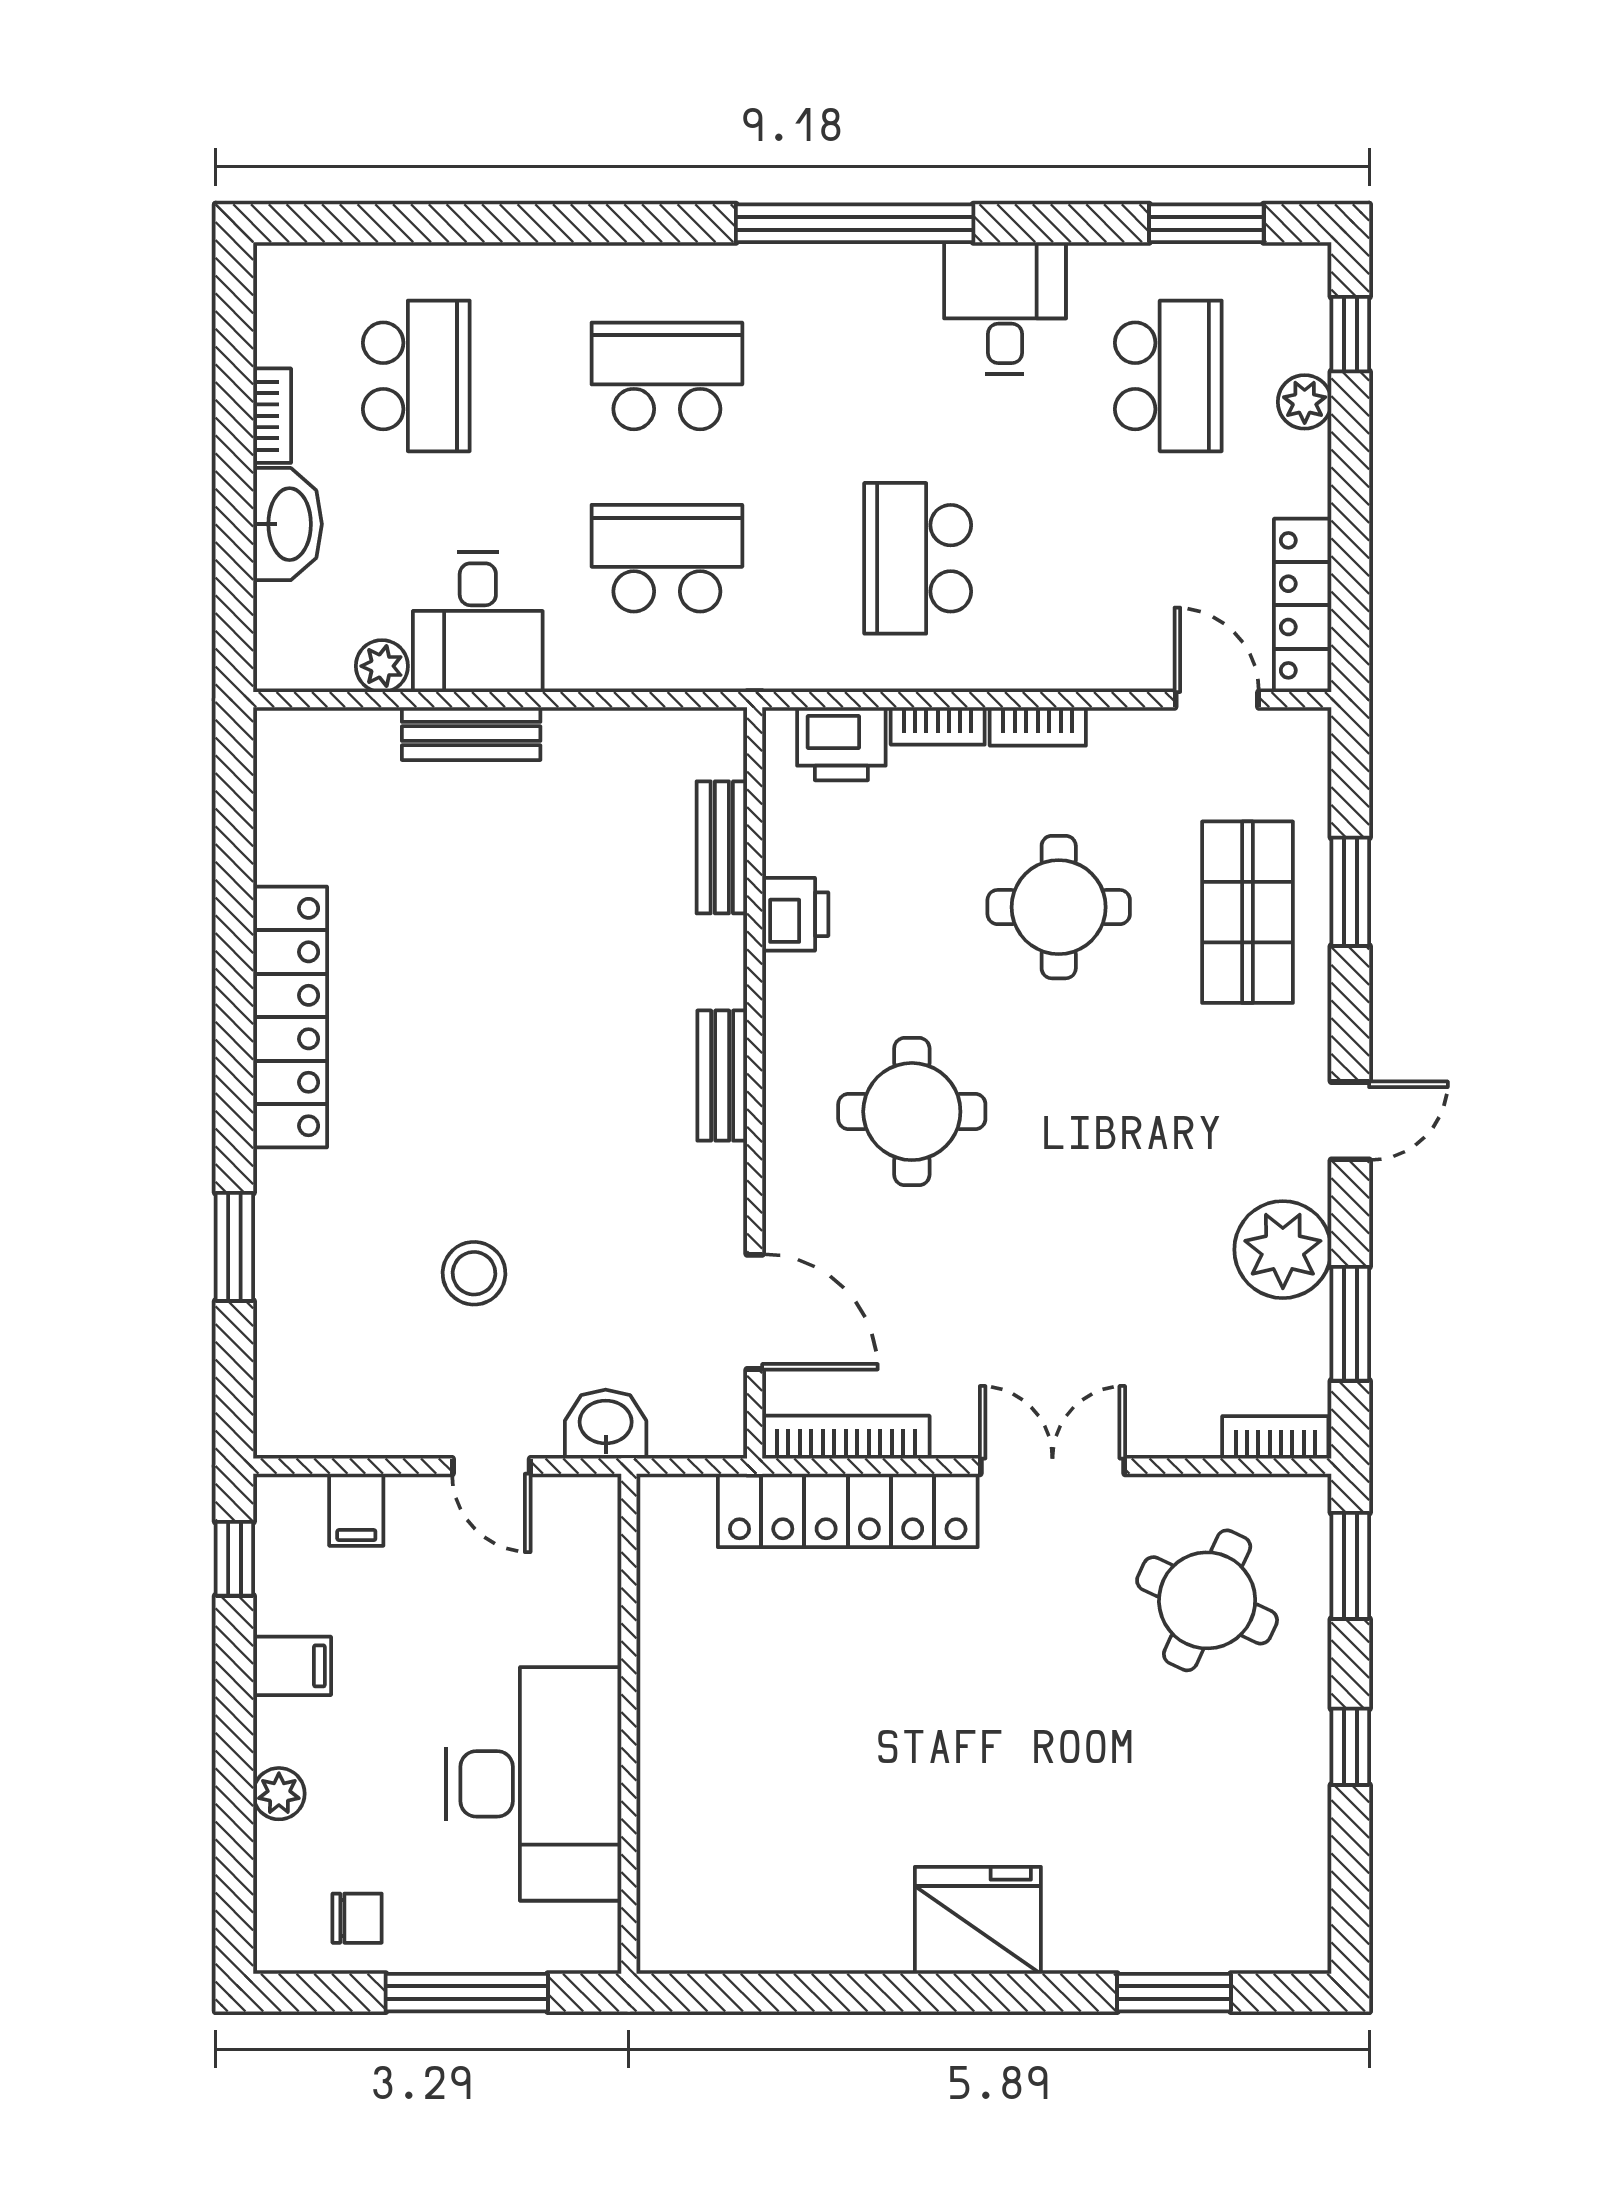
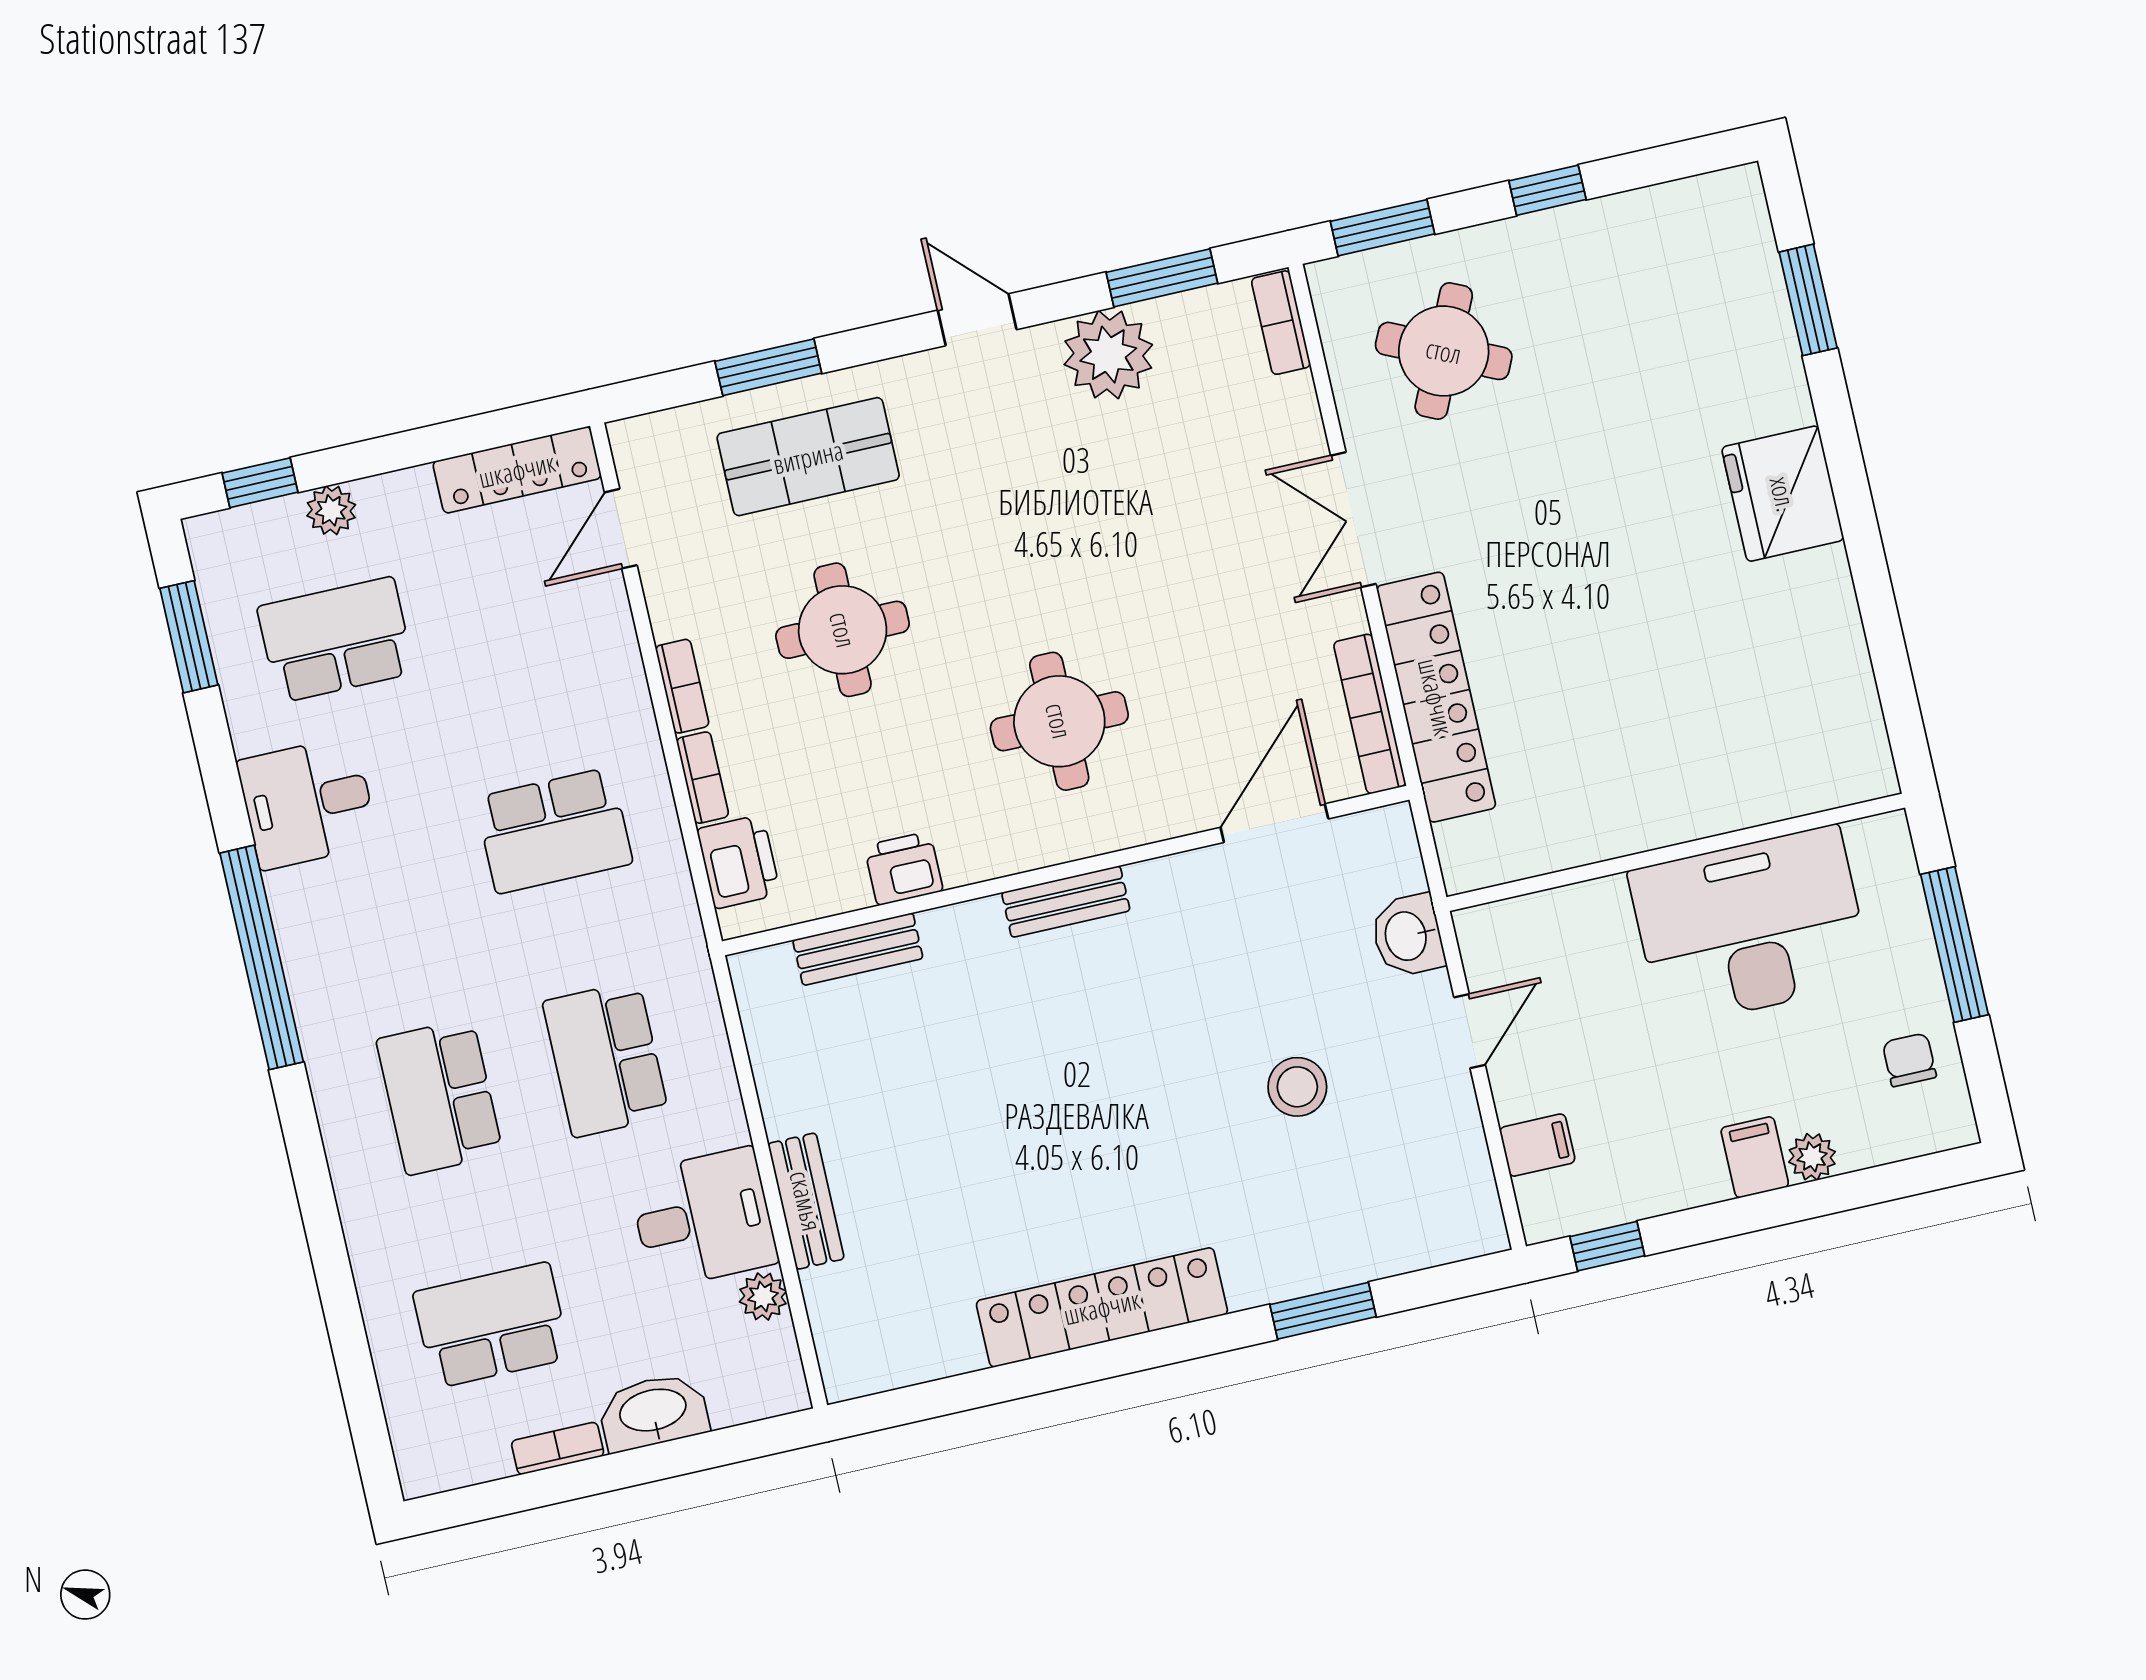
filing cabinet: (292, 1666) -> (1755, 1157), moved

